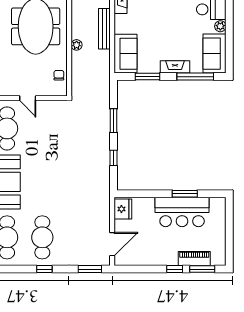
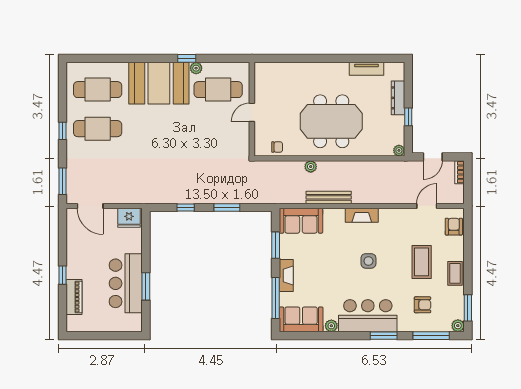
window: (202, 269) -> (62, 306), removed

